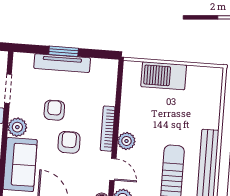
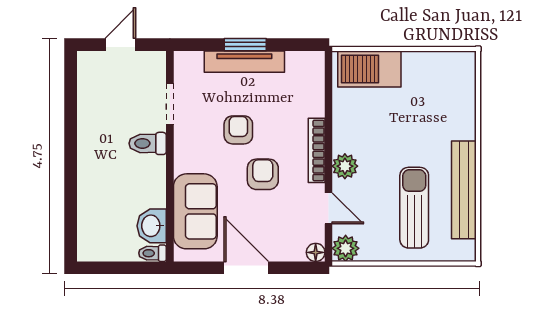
barbecue: (164, 76) -> (369, 69), moved
plant: (17, 127) -> (187, 158), removed

